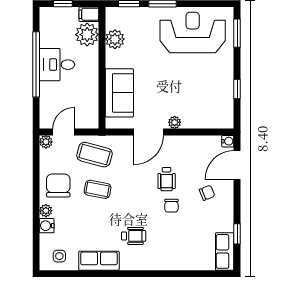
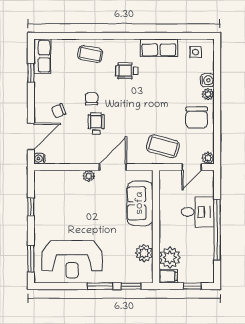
desk: (57, 65) -> (198, 212), moved
coffee table: (98, 189) -> (90, 54), moved

